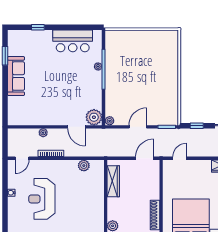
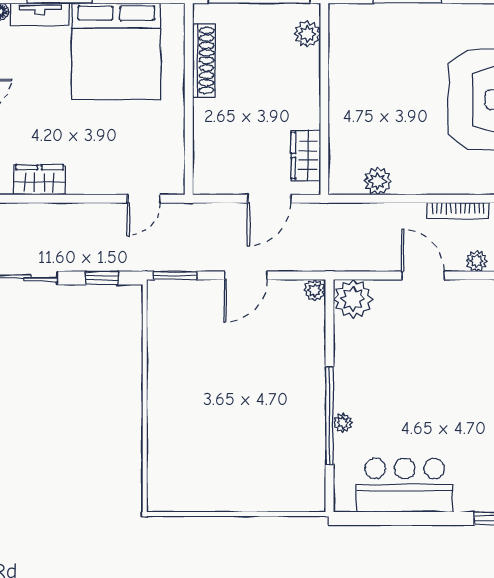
door: (76, 127) -> (423, 275), moved
door: (145, 158) -> (269, 199), moved
wardrobe: (113, 181) -> (306, 156), width x0.67

